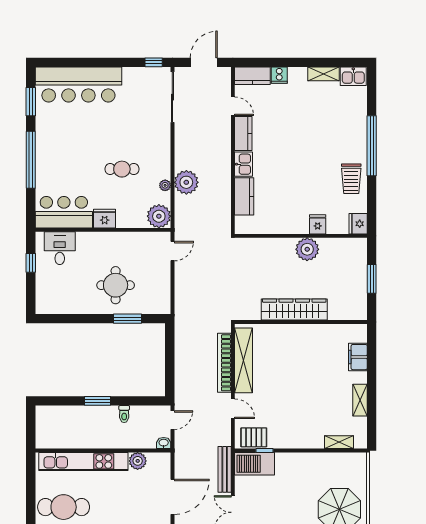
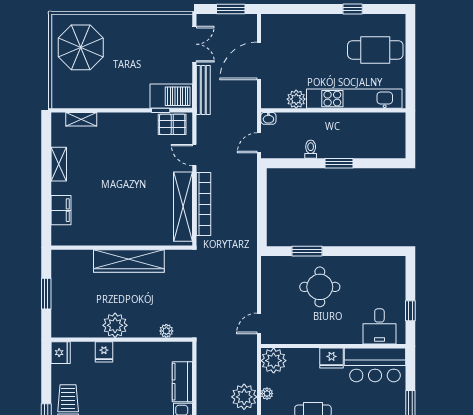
plant: (259, 244) -> (166, 331), added

